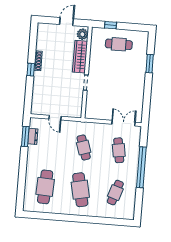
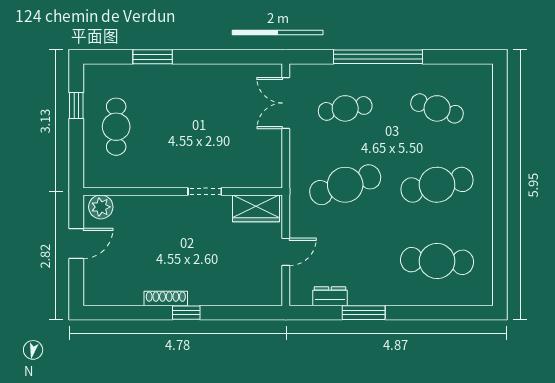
door: (67, 22) -> (76, 243), swing flipped
window: (111, 25) -> (76, 106), moved
wardrobe: (80, 57) -> (256, 208), moved, width x0.67
window: (25, 137) -> (364, 313), moved
cafe table: (84, 147) -> (345, 185), width x1.37, depth x1.35

